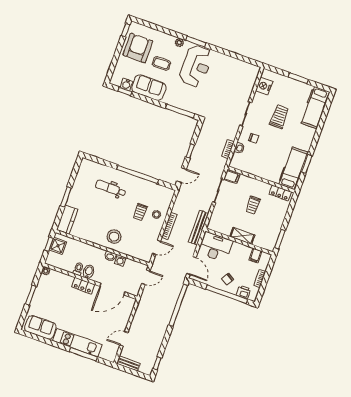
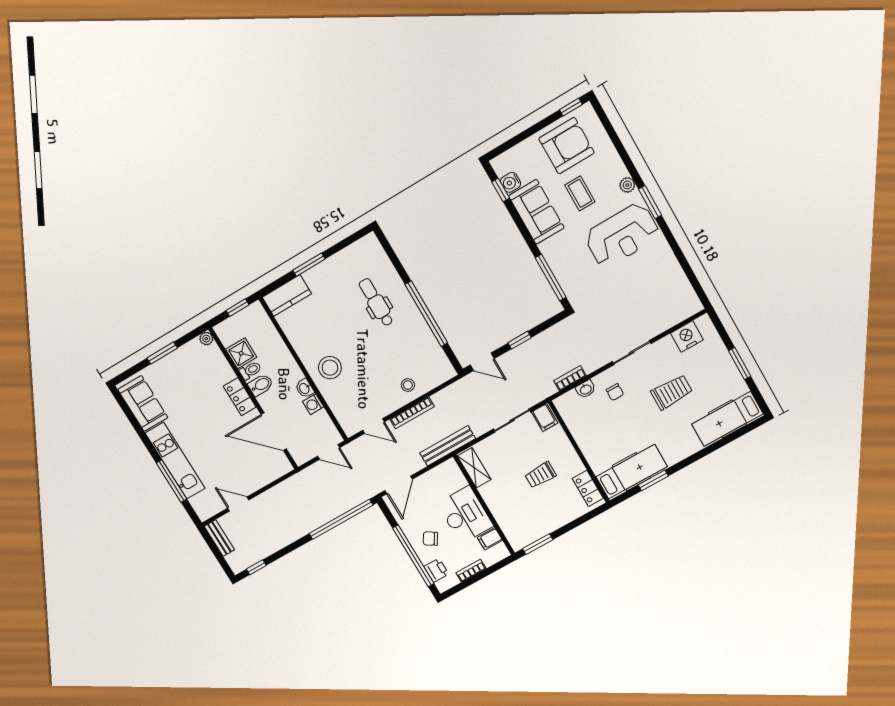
trolley: (140, 212) -> (389, 364), removed
shelving: (242, 236) -> (474, 468), moved
shower: (58, 246) -> (241, 353), moved
desk: (215, 247) -> (465, 515), moved

